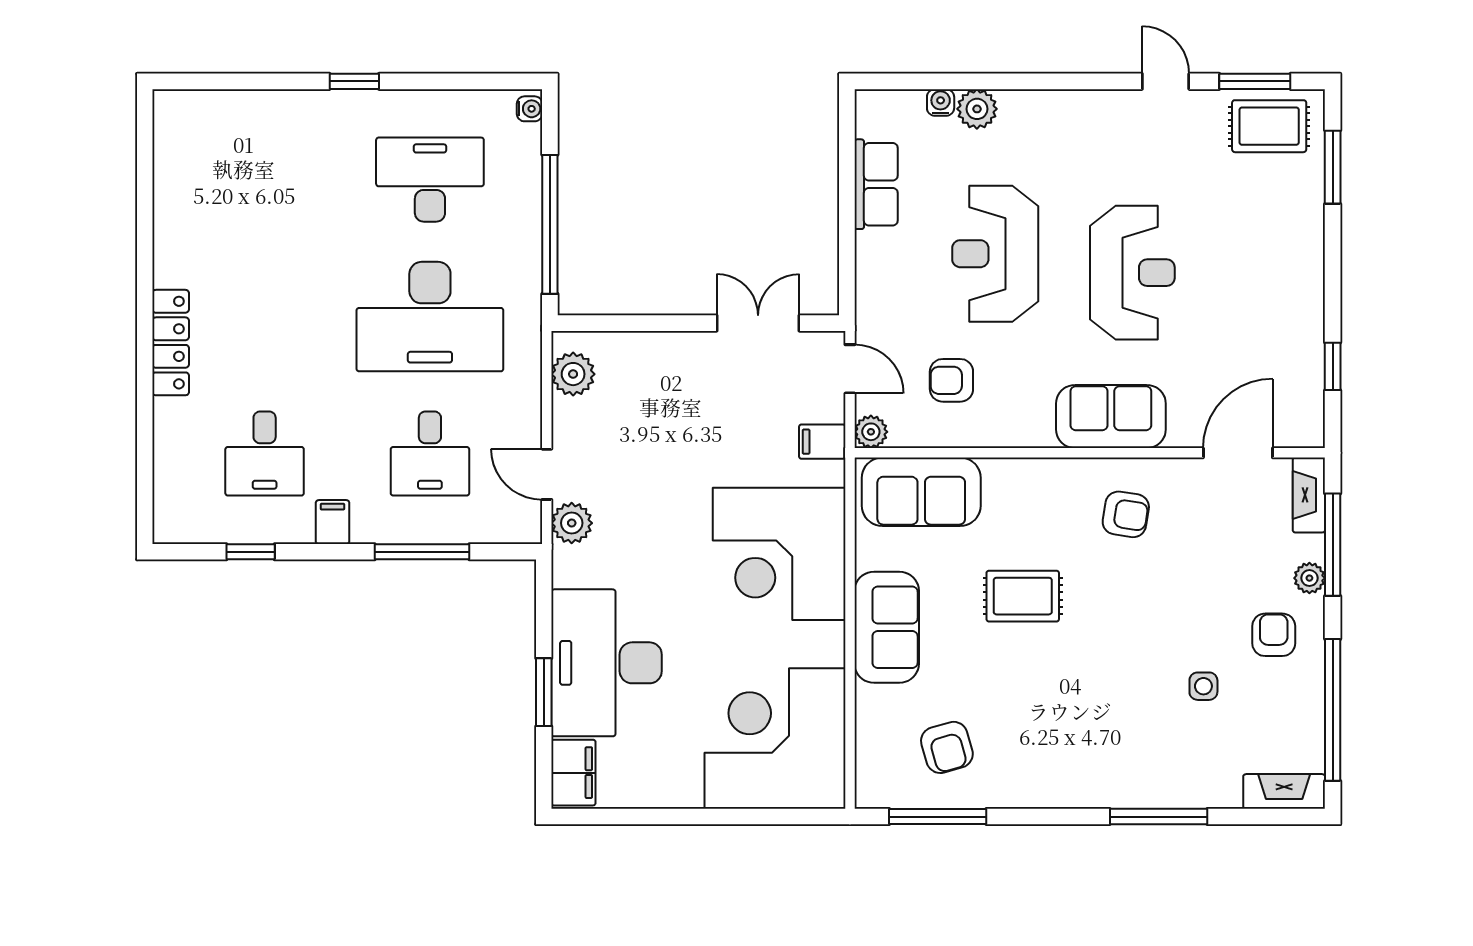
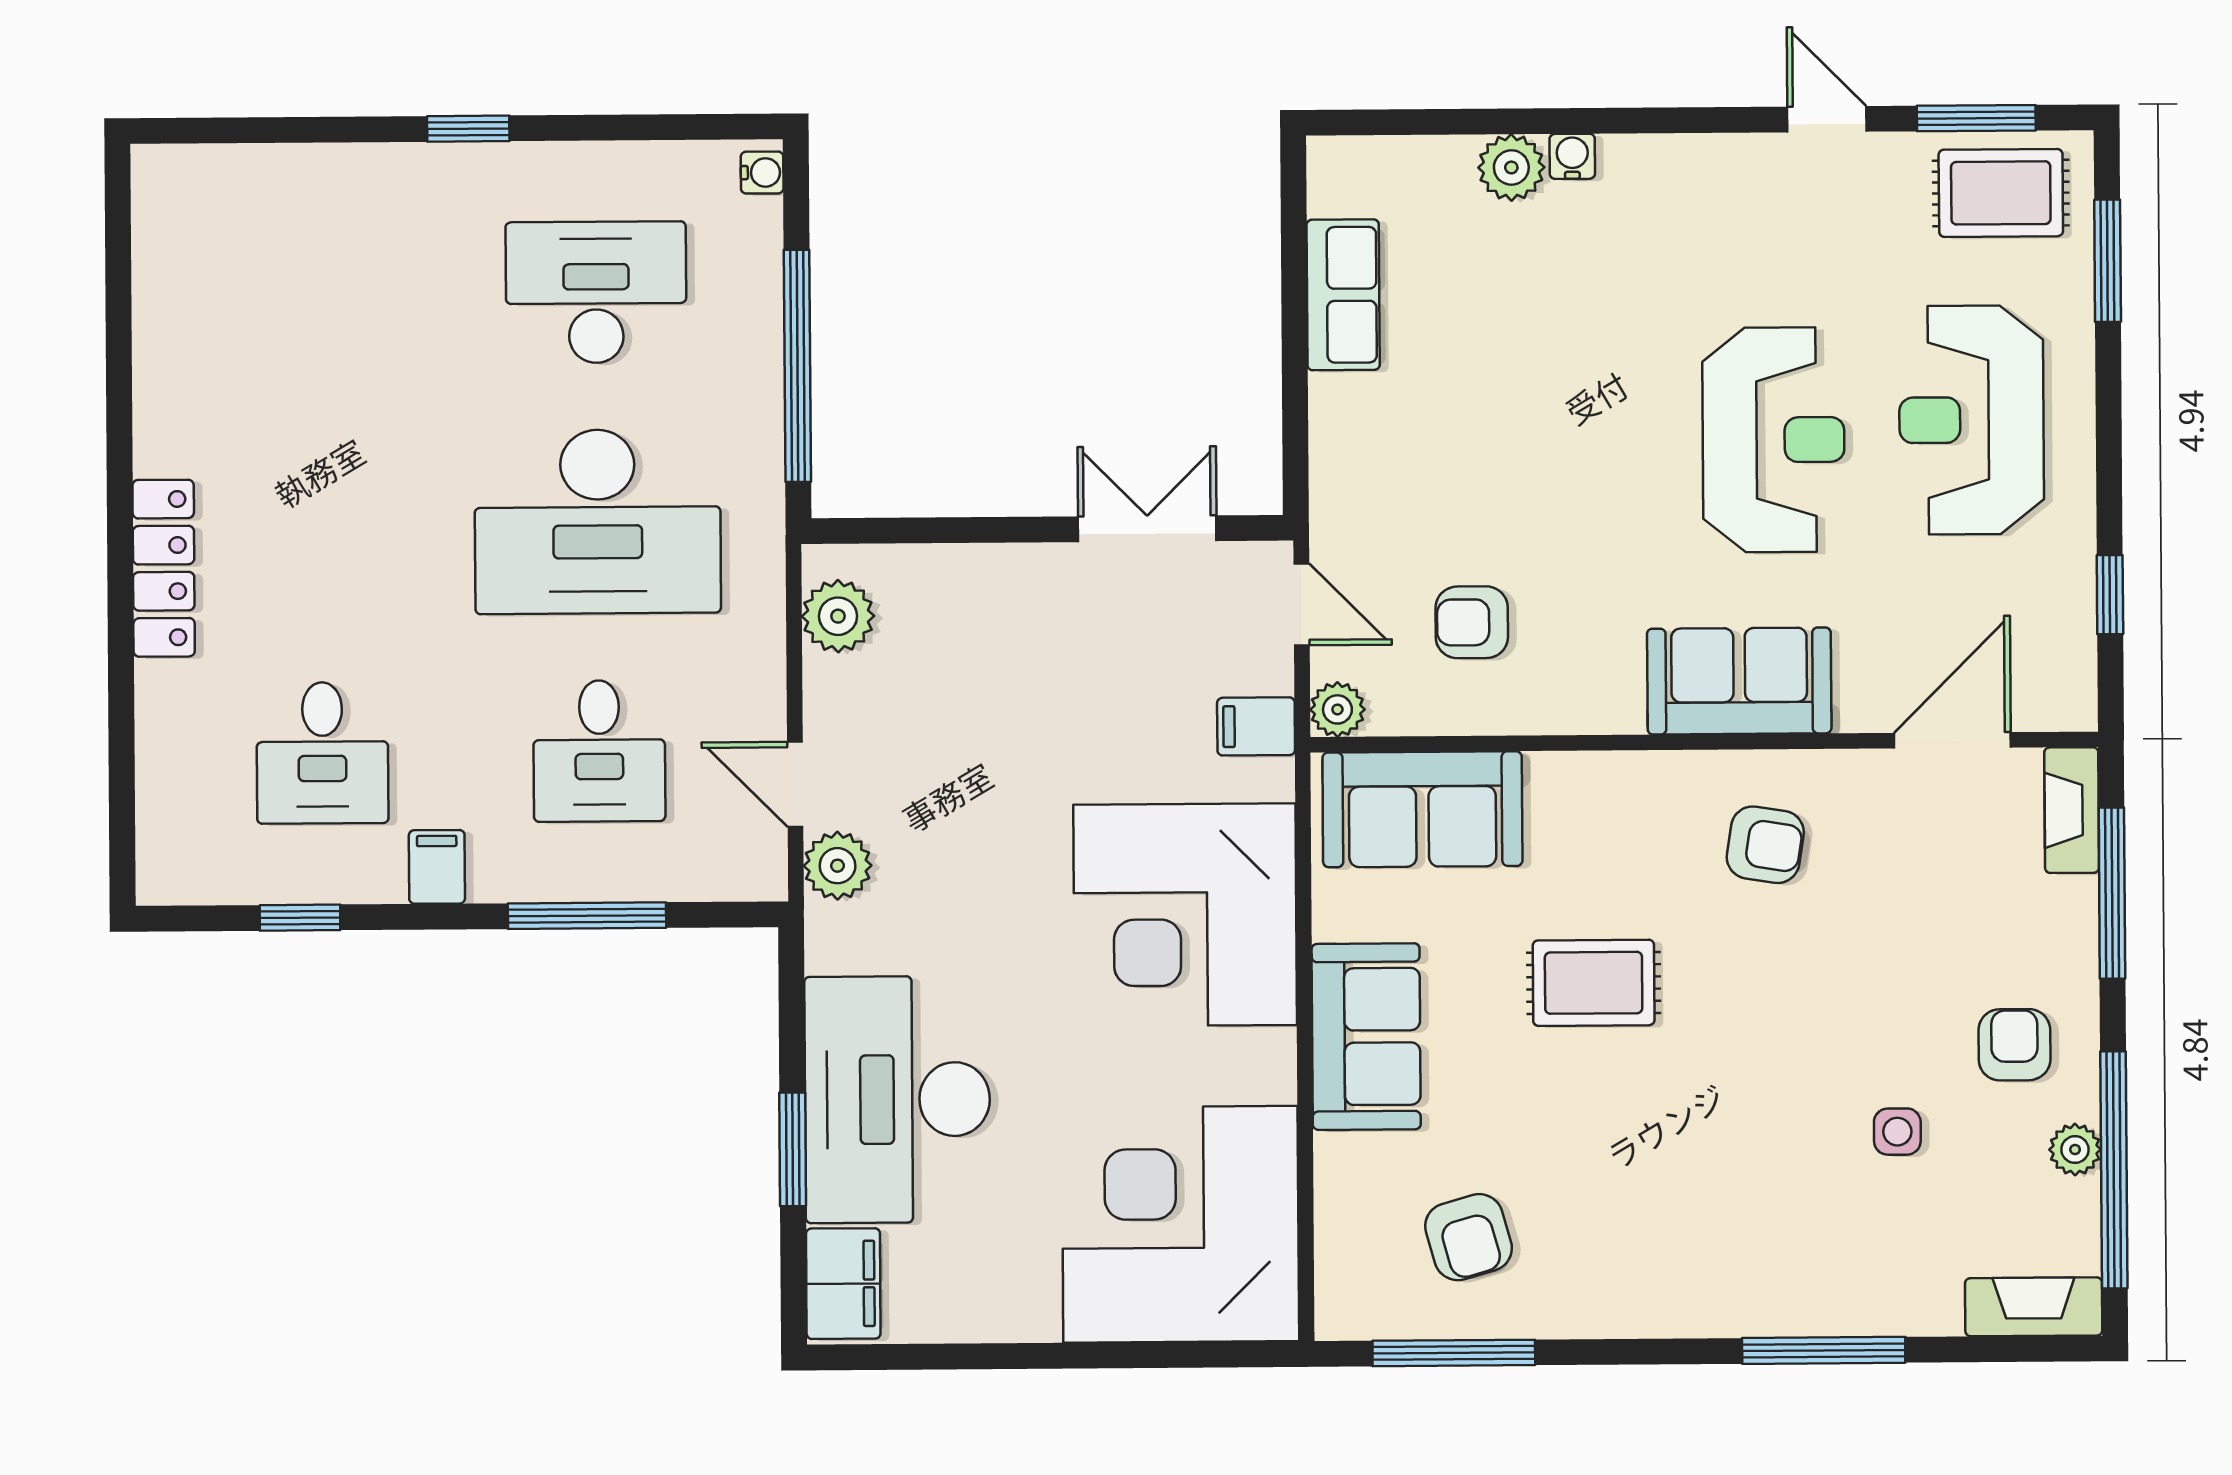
water cooler: (941, 103) -> (1572, 156), moved
reception desk: (995, 254) -> (1971, 420), moved
plant: (1309, 578) -> (2075, 1150), moved

